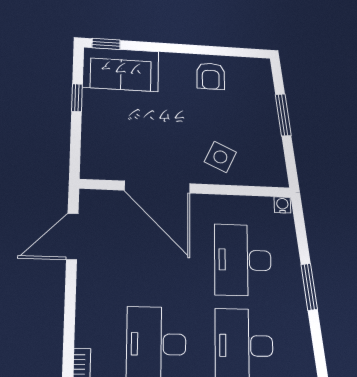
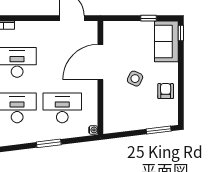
armchair: (211, 76) -> (166, 91), turned 90
window: (283, 115) -> (159, 130), moved
side table: (220, 157) -> (135, 79), moved

